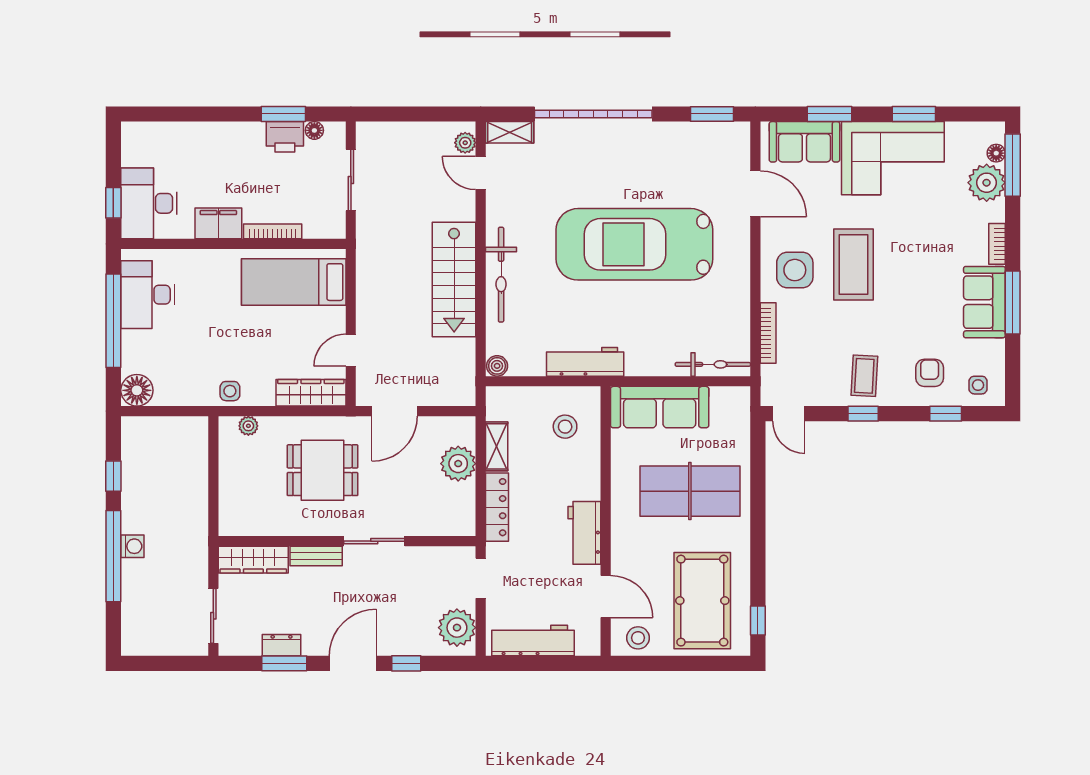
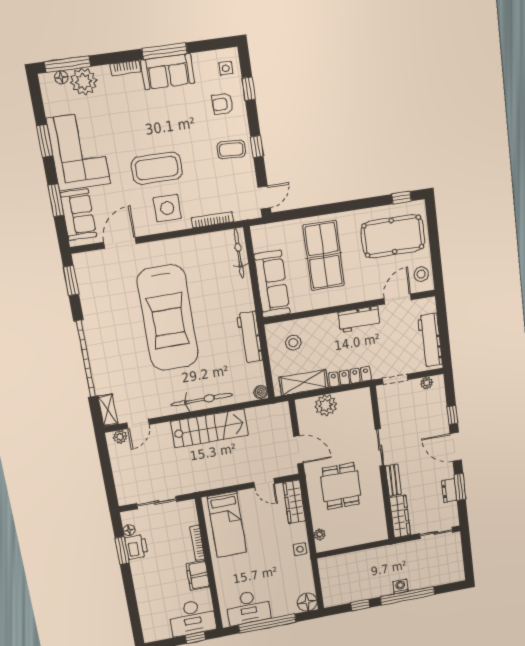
shelving: (497, 446) -> (304, 382), width x1.50, depth x1.33
plant: (457, 628) -> (427, 383), width x0.53, depth x0.53

